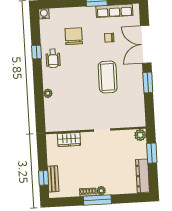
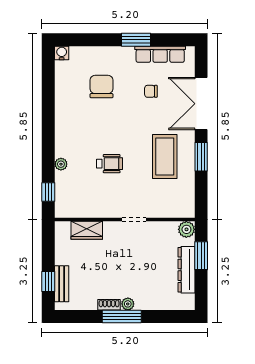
window: (36, 52) -> (48, 192), moved
wheelchair: (53, 58) -> (110, 164), moved, turned -90
coffee table: (108, 77) -> (165, 157), moved
dresser: (142, 176) -> (186, 270), moved

